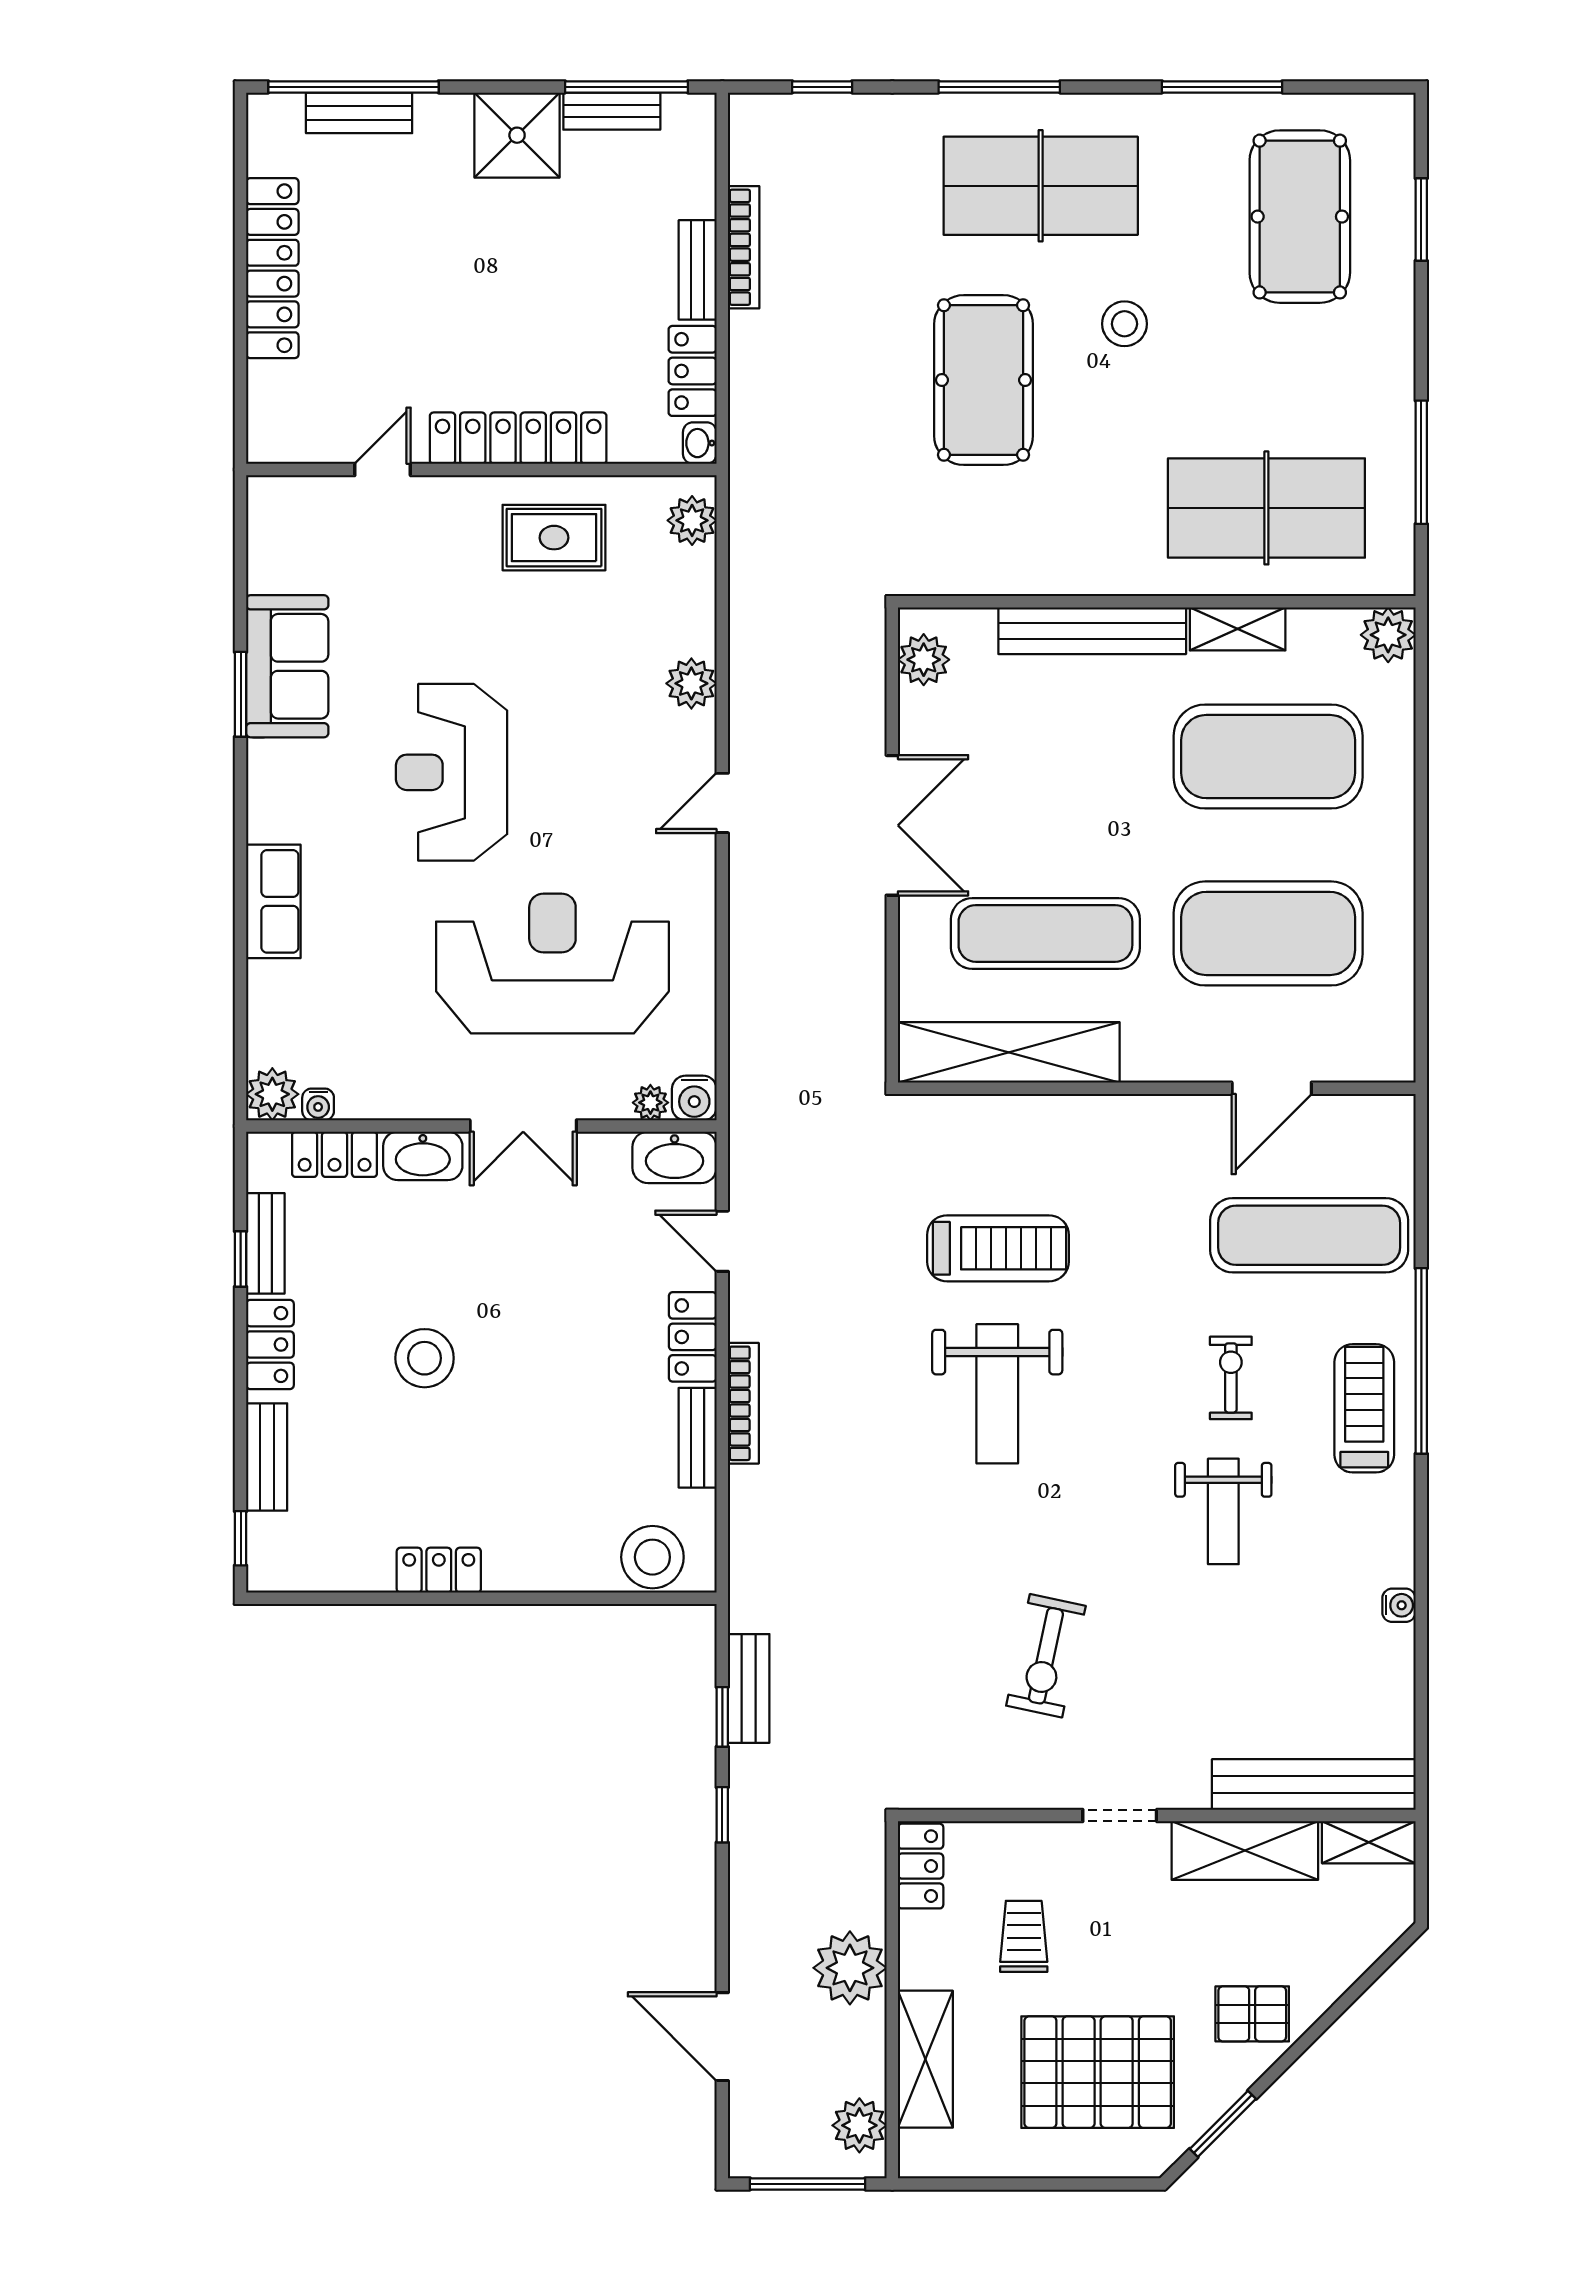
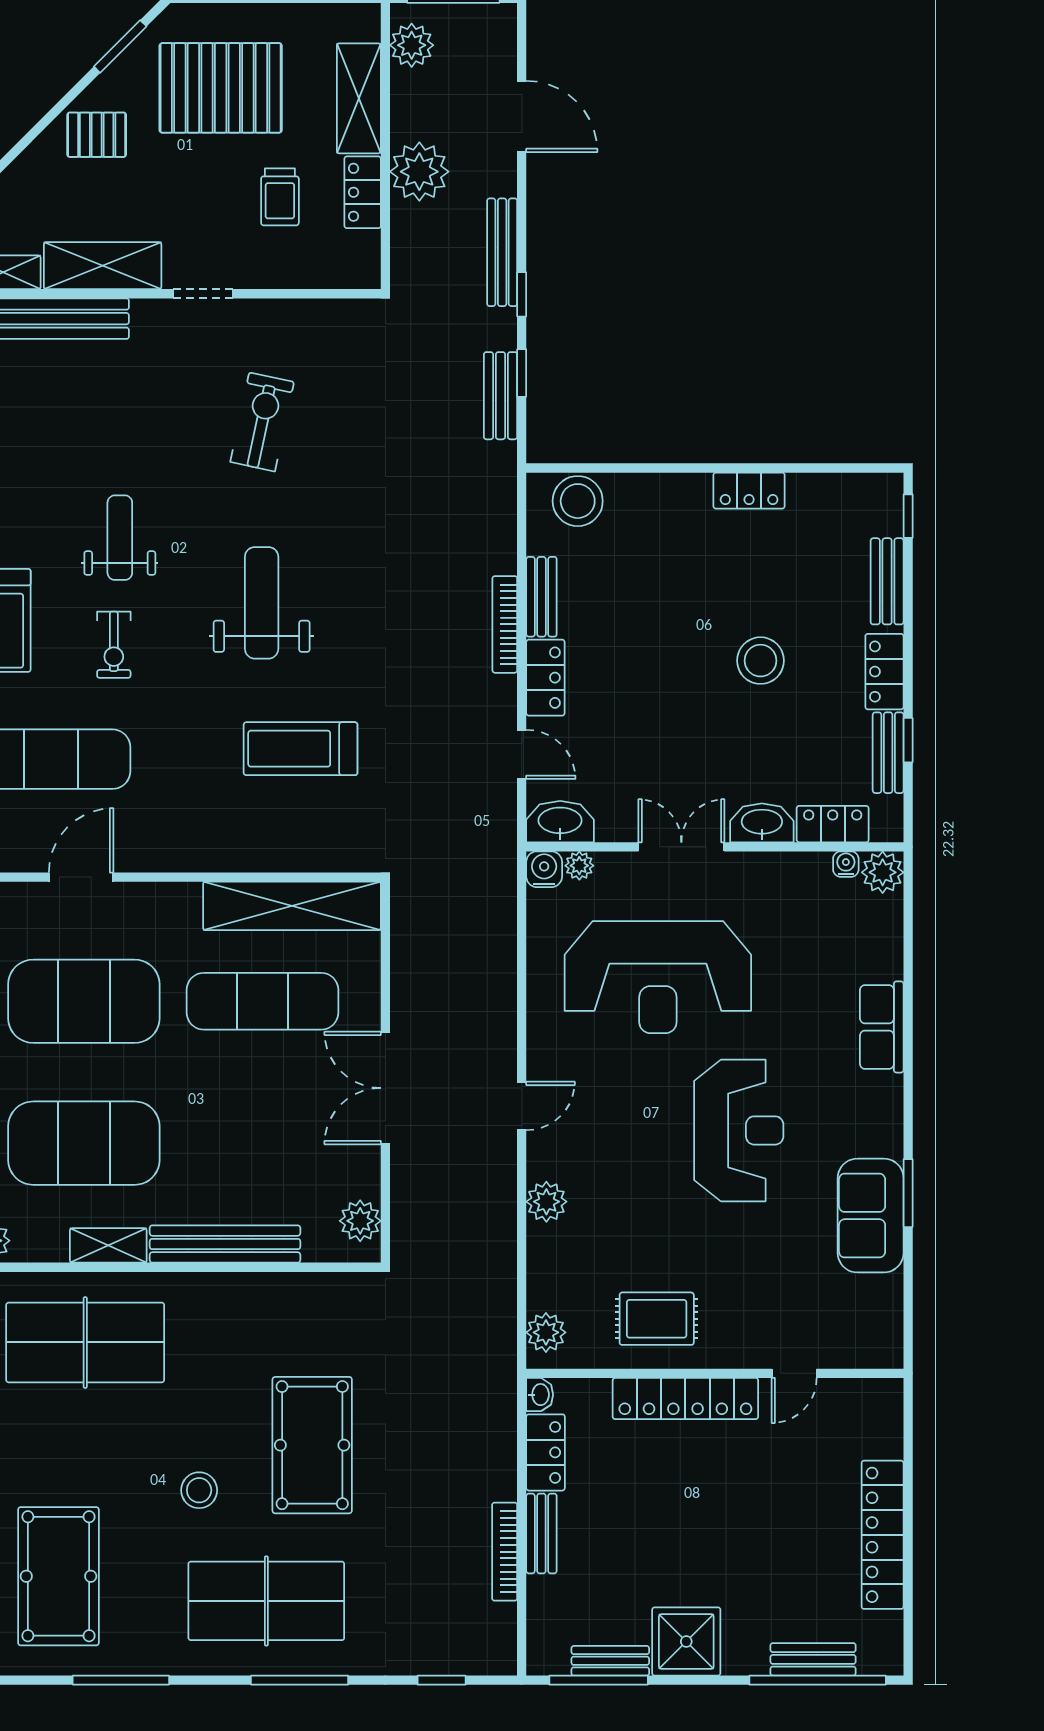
weight bench: (997, 1394) -> (262, 603), moved
locker: (921, 1866) -> (363, 192), moved
bench: (747, 1867) -> (502, 252), added

